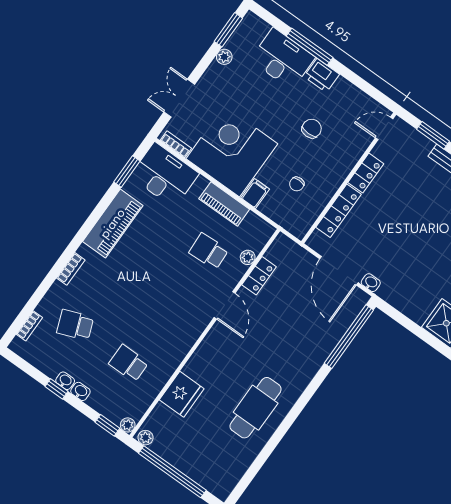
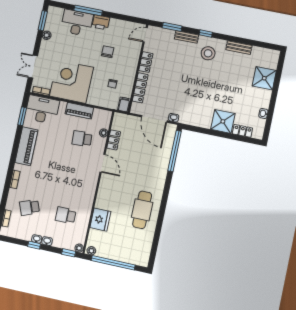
filing cabinet: (255, 193) -> (124, 105), moved

